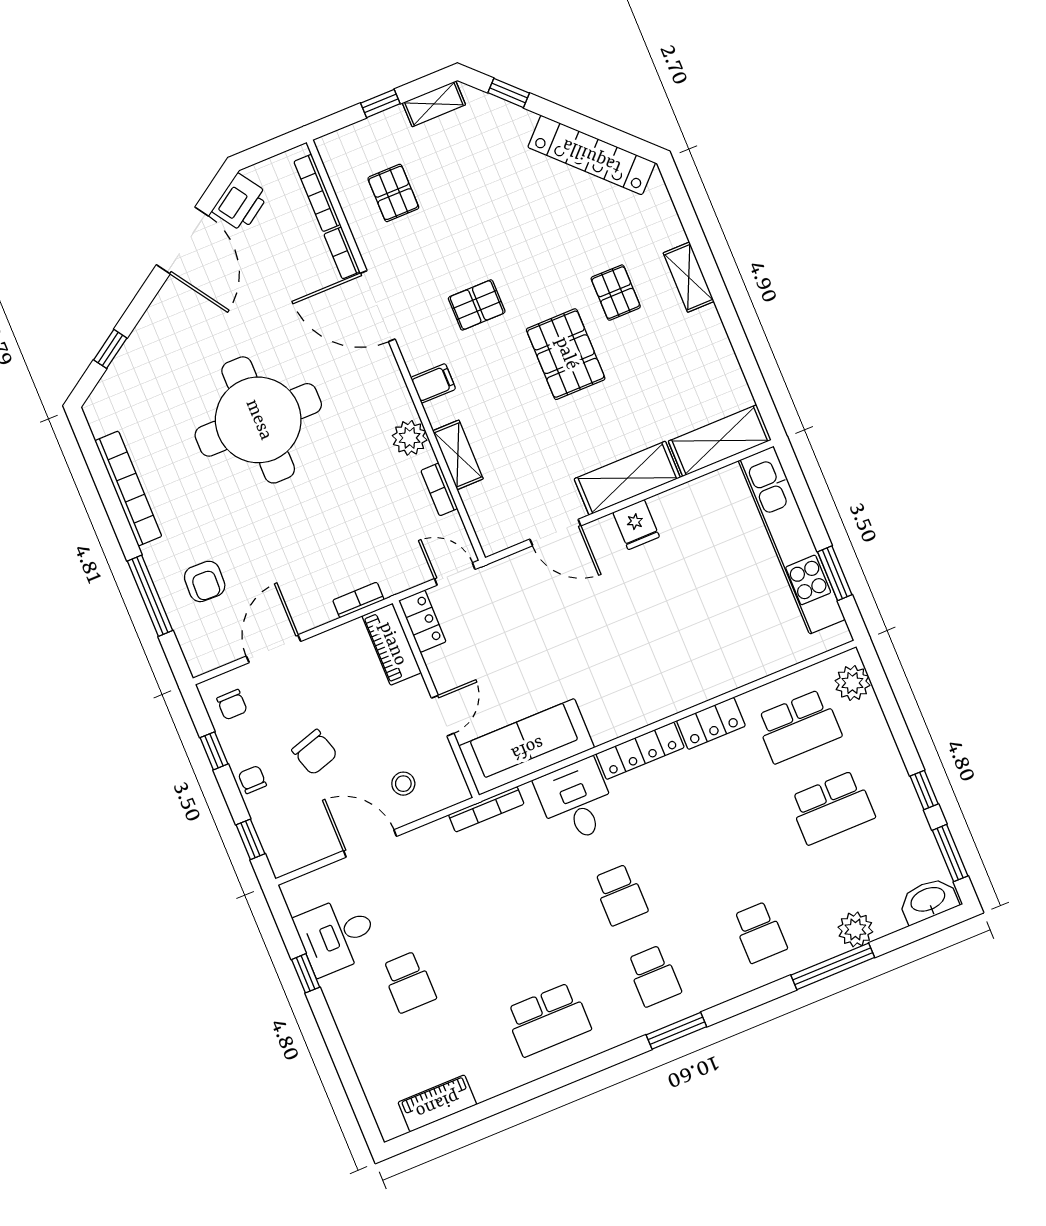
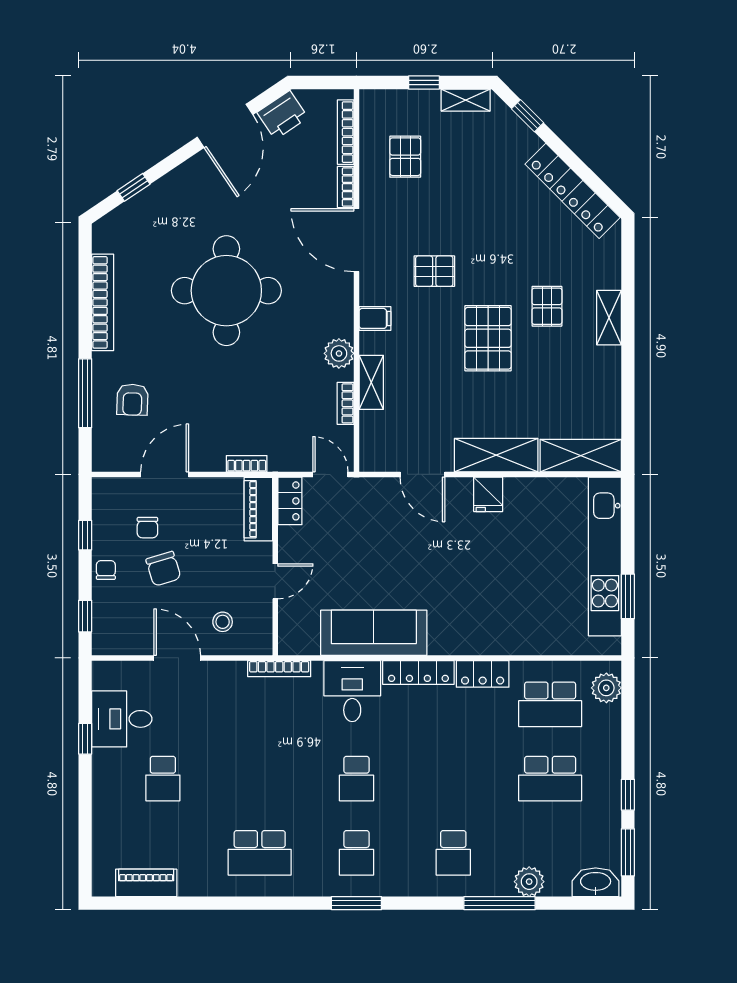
chair: (232, 705) -> (147, 528), moved
sofa: (527, 747) -> (374, 633), moved

